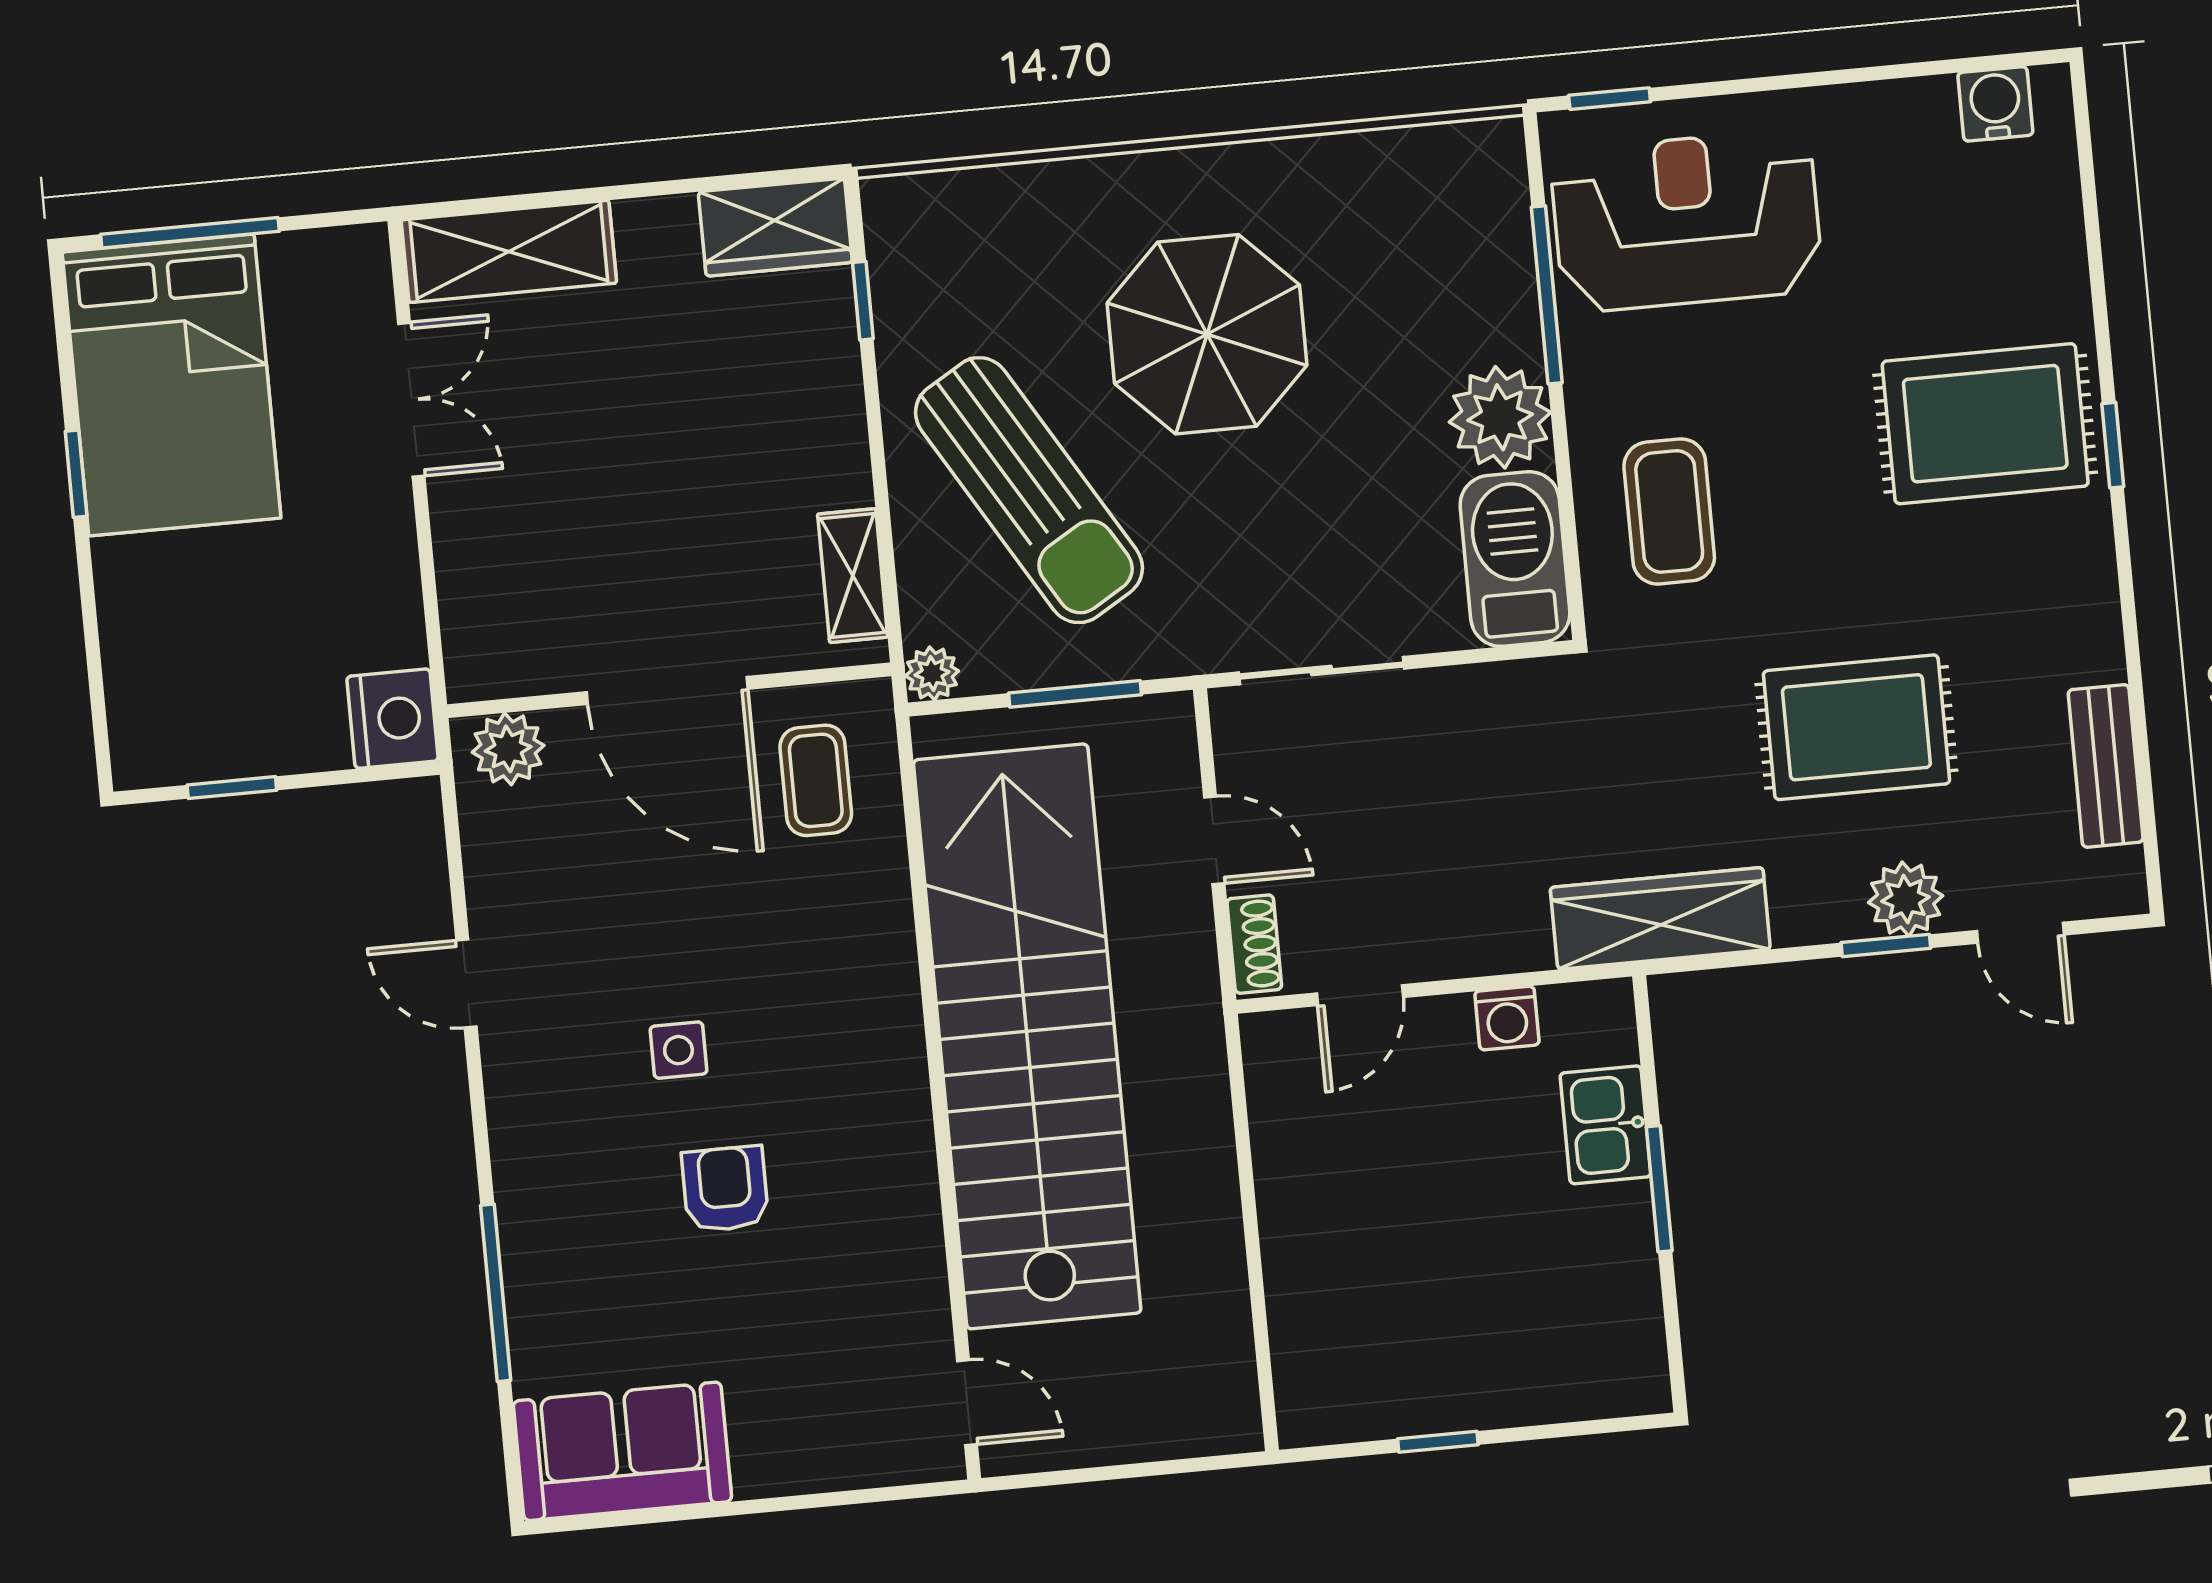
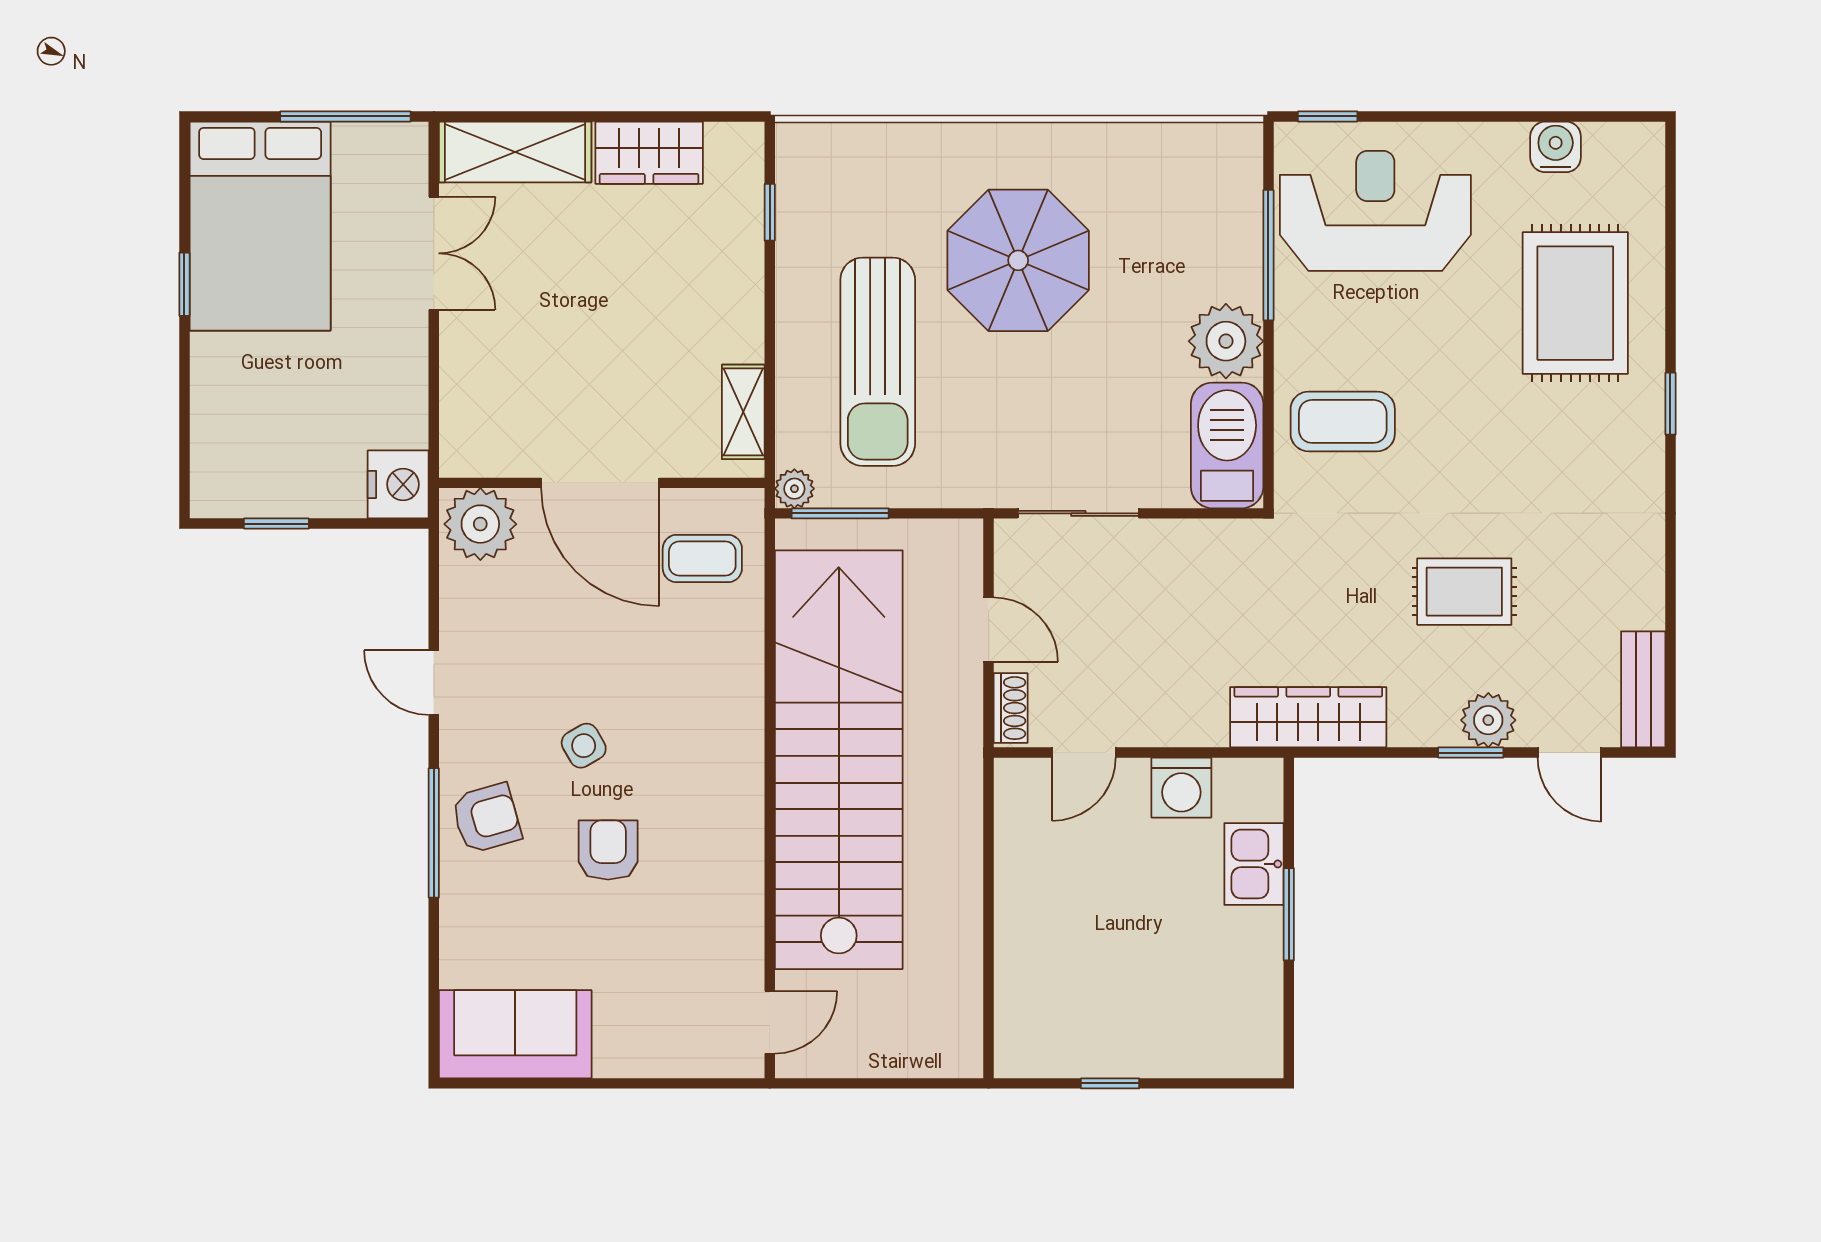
water cooler: (1995, 104) -> (1556, 147), moved
wardrobe: (775, 227) -> (649, 153), moved
window: (190, 233) -> (345, 116), moved
rug: (1985, 424) -> (1575, 303), moved, turned 90
sun lounger: (1029, 490) -> (878, 362), turned 31
coffee table: (1669, 511) -> (1343, 421), turned 90
window: (1075, 694) -> (840, 513), moved
rug: (1856, 727) -> (1464, 592), width x0.73, depth x0.70
plant: (508, 749) -> (480, 524), width x1.36, depth x1.36
bench: (2106, 766) -> (1643, 689), moved
coffee table: (816, 780) -> (702, 559), turned 90
washing machine: (1507, 1018) -> (1181, 788), width x1.38, depth x1.38
side table: (678, 1050) -> (584, 746), turned -30
armchair: (555, 1161) -> (486, 818), added
window: (496, 1293) -> (434, 833), moved
door: (967, 1403) -> (770, 1022), hinge flipped

